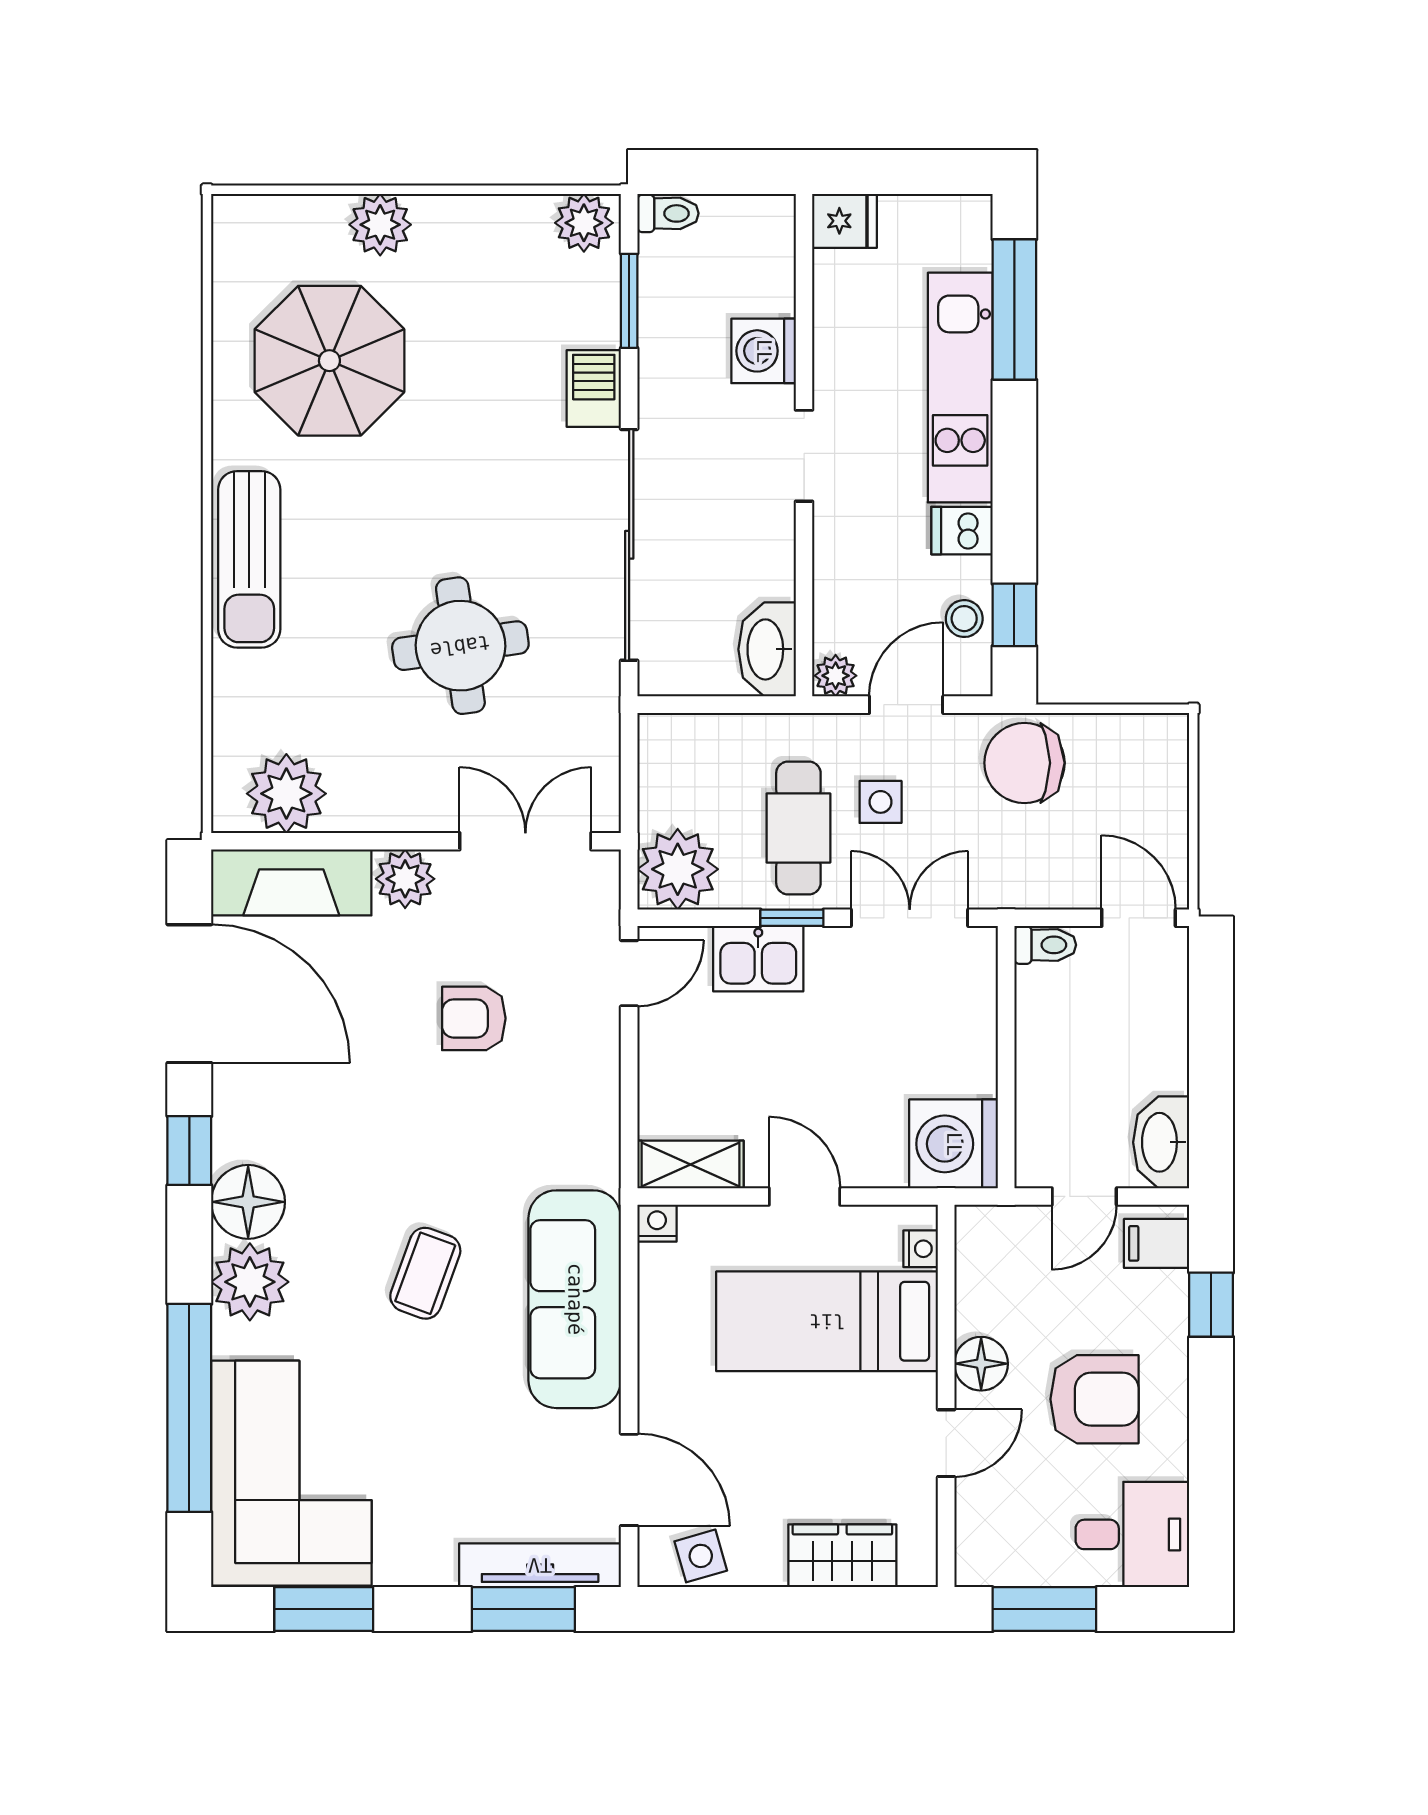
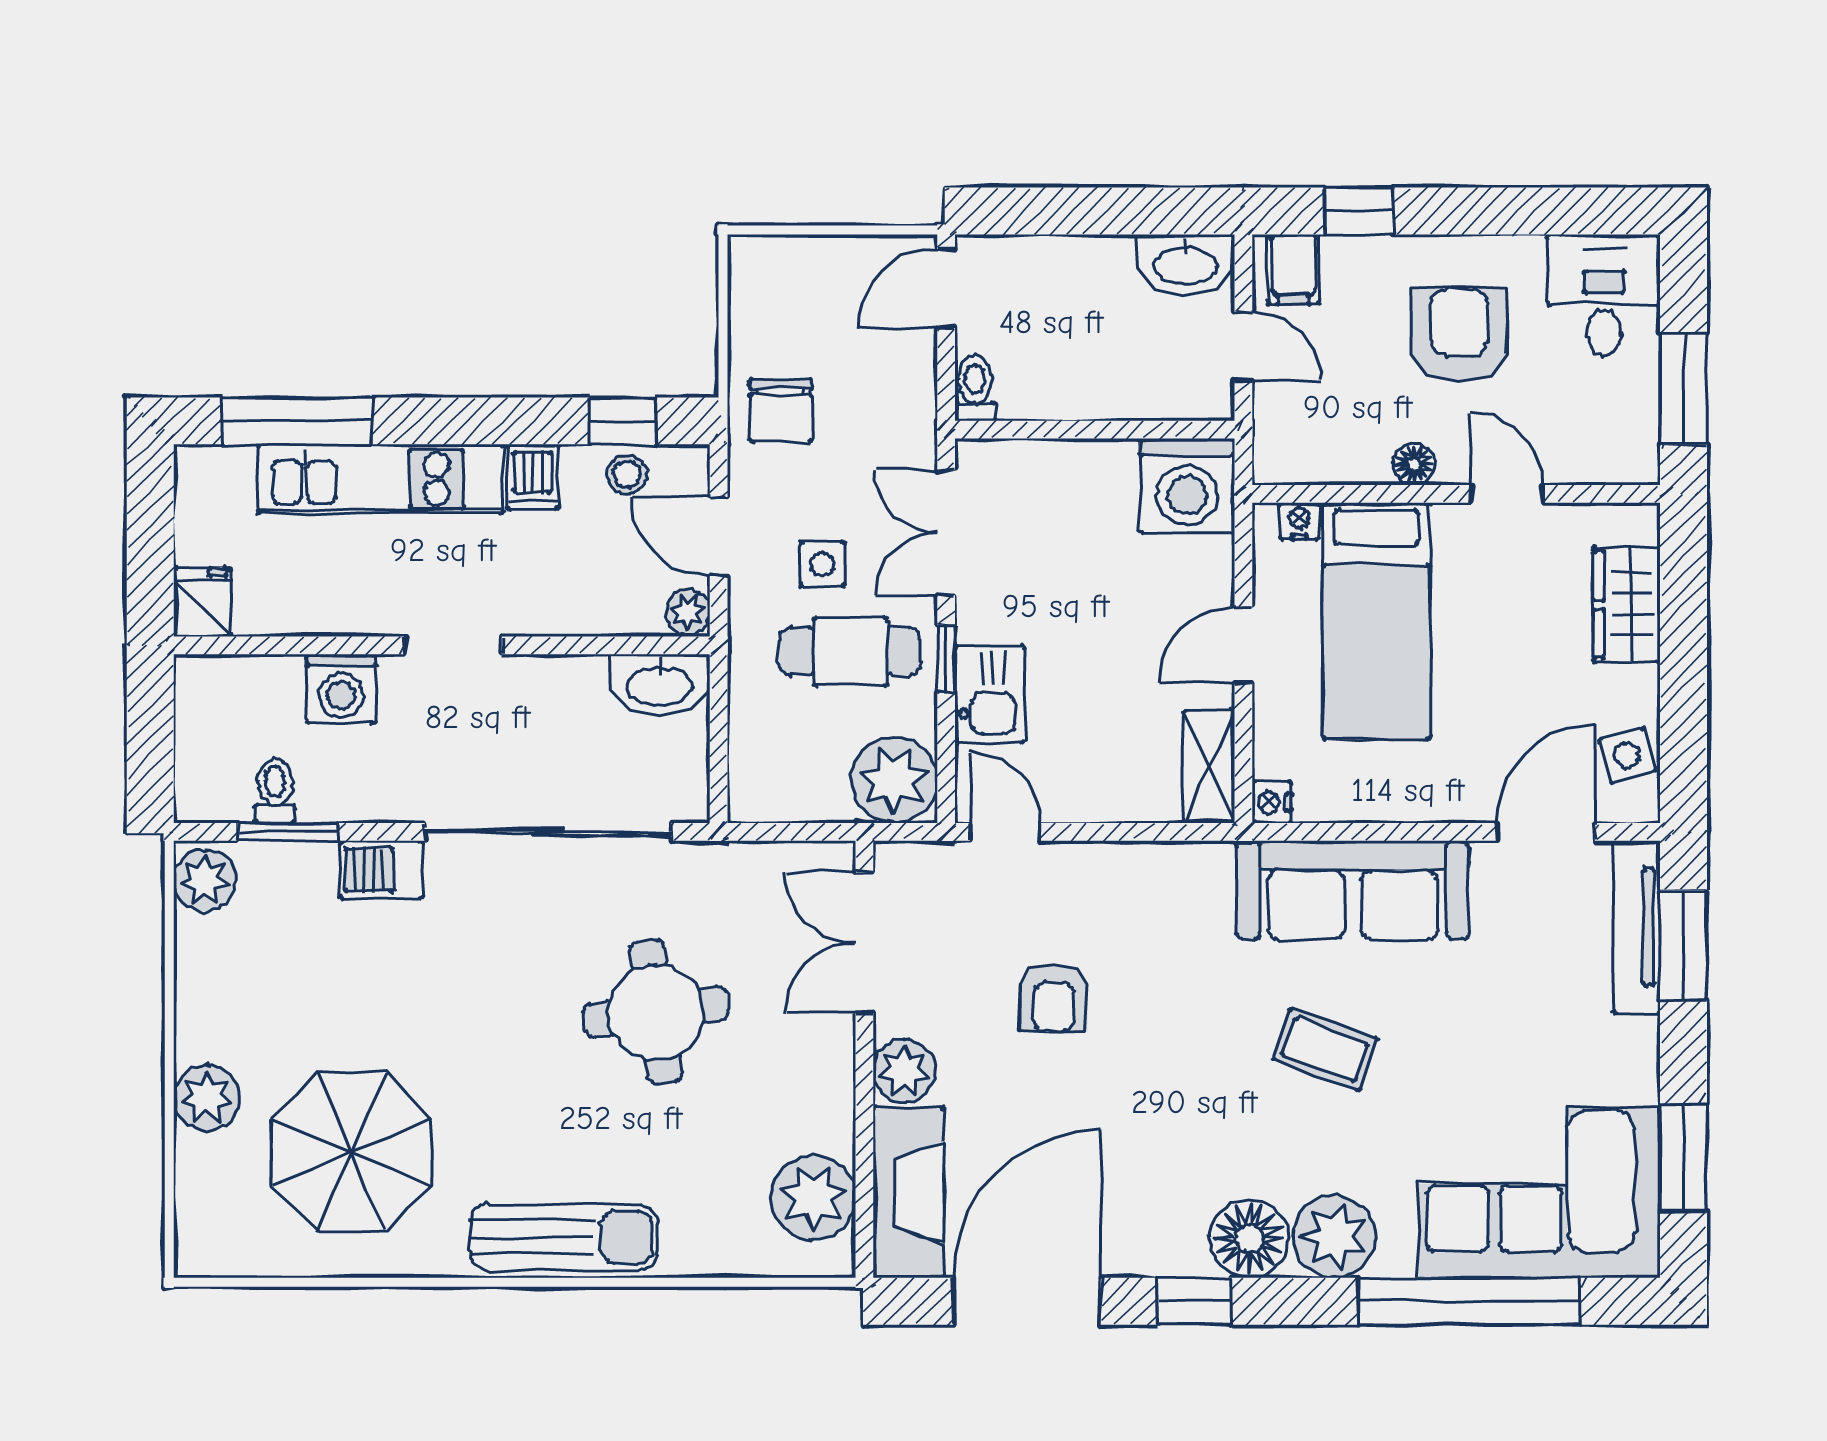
toilet: (668, 213) -> (275, 791), moved
chair: (1024, 763) -> (781, 410), width x0.73, depth x0.73
floor lamp: (981, 1364) -> (1414, 464), width x0.73, depth x0.73

